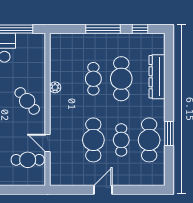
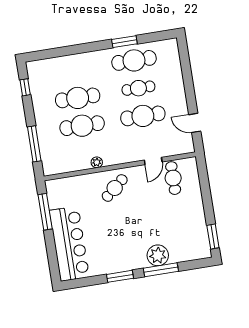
window: (103, 29) -> (34, 144), moved
dresser: (157, 77) -> (70, 63), removed
cafe table: (93, 79) -> (82, 126), width x1.37, depth x1.35
door: (103, 190) -> (195, 123), moved

